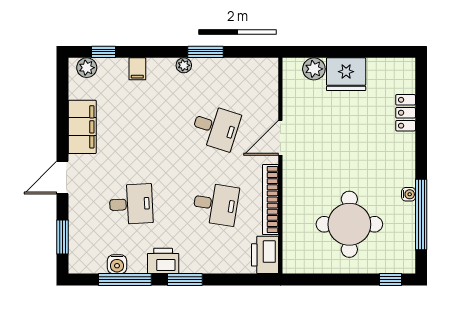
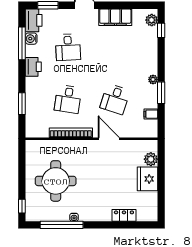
filing cabinet: (137, 69) -> (151, 114), moved
printer: (265, 255) -> (34, 20), moved, turned 90
window: (185, 279) -> (22, 104), moved

